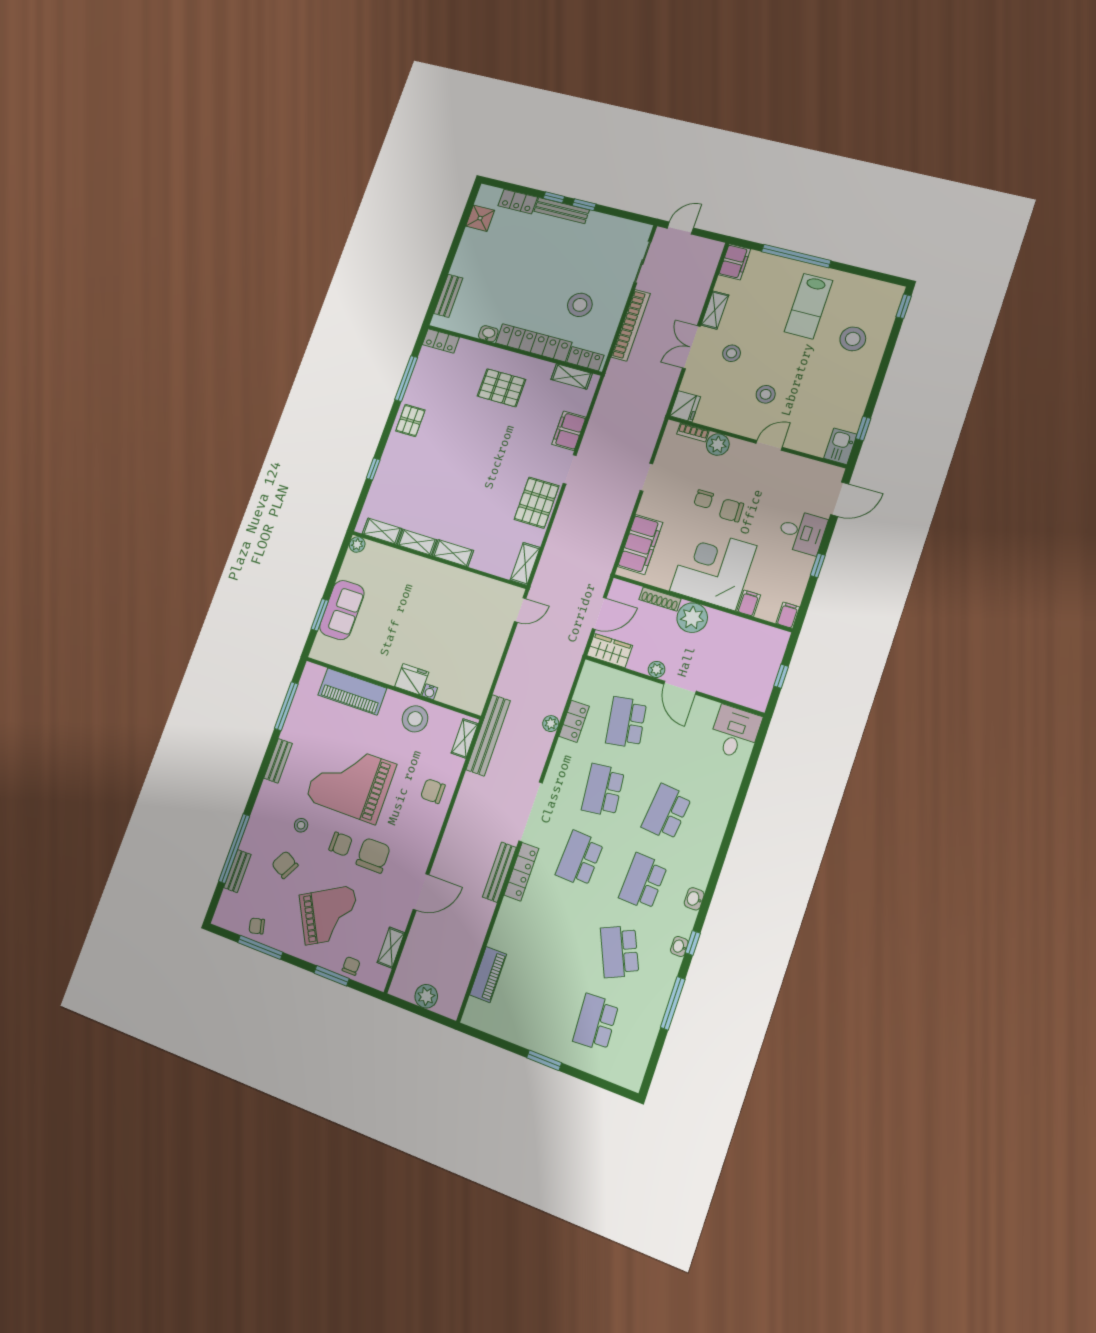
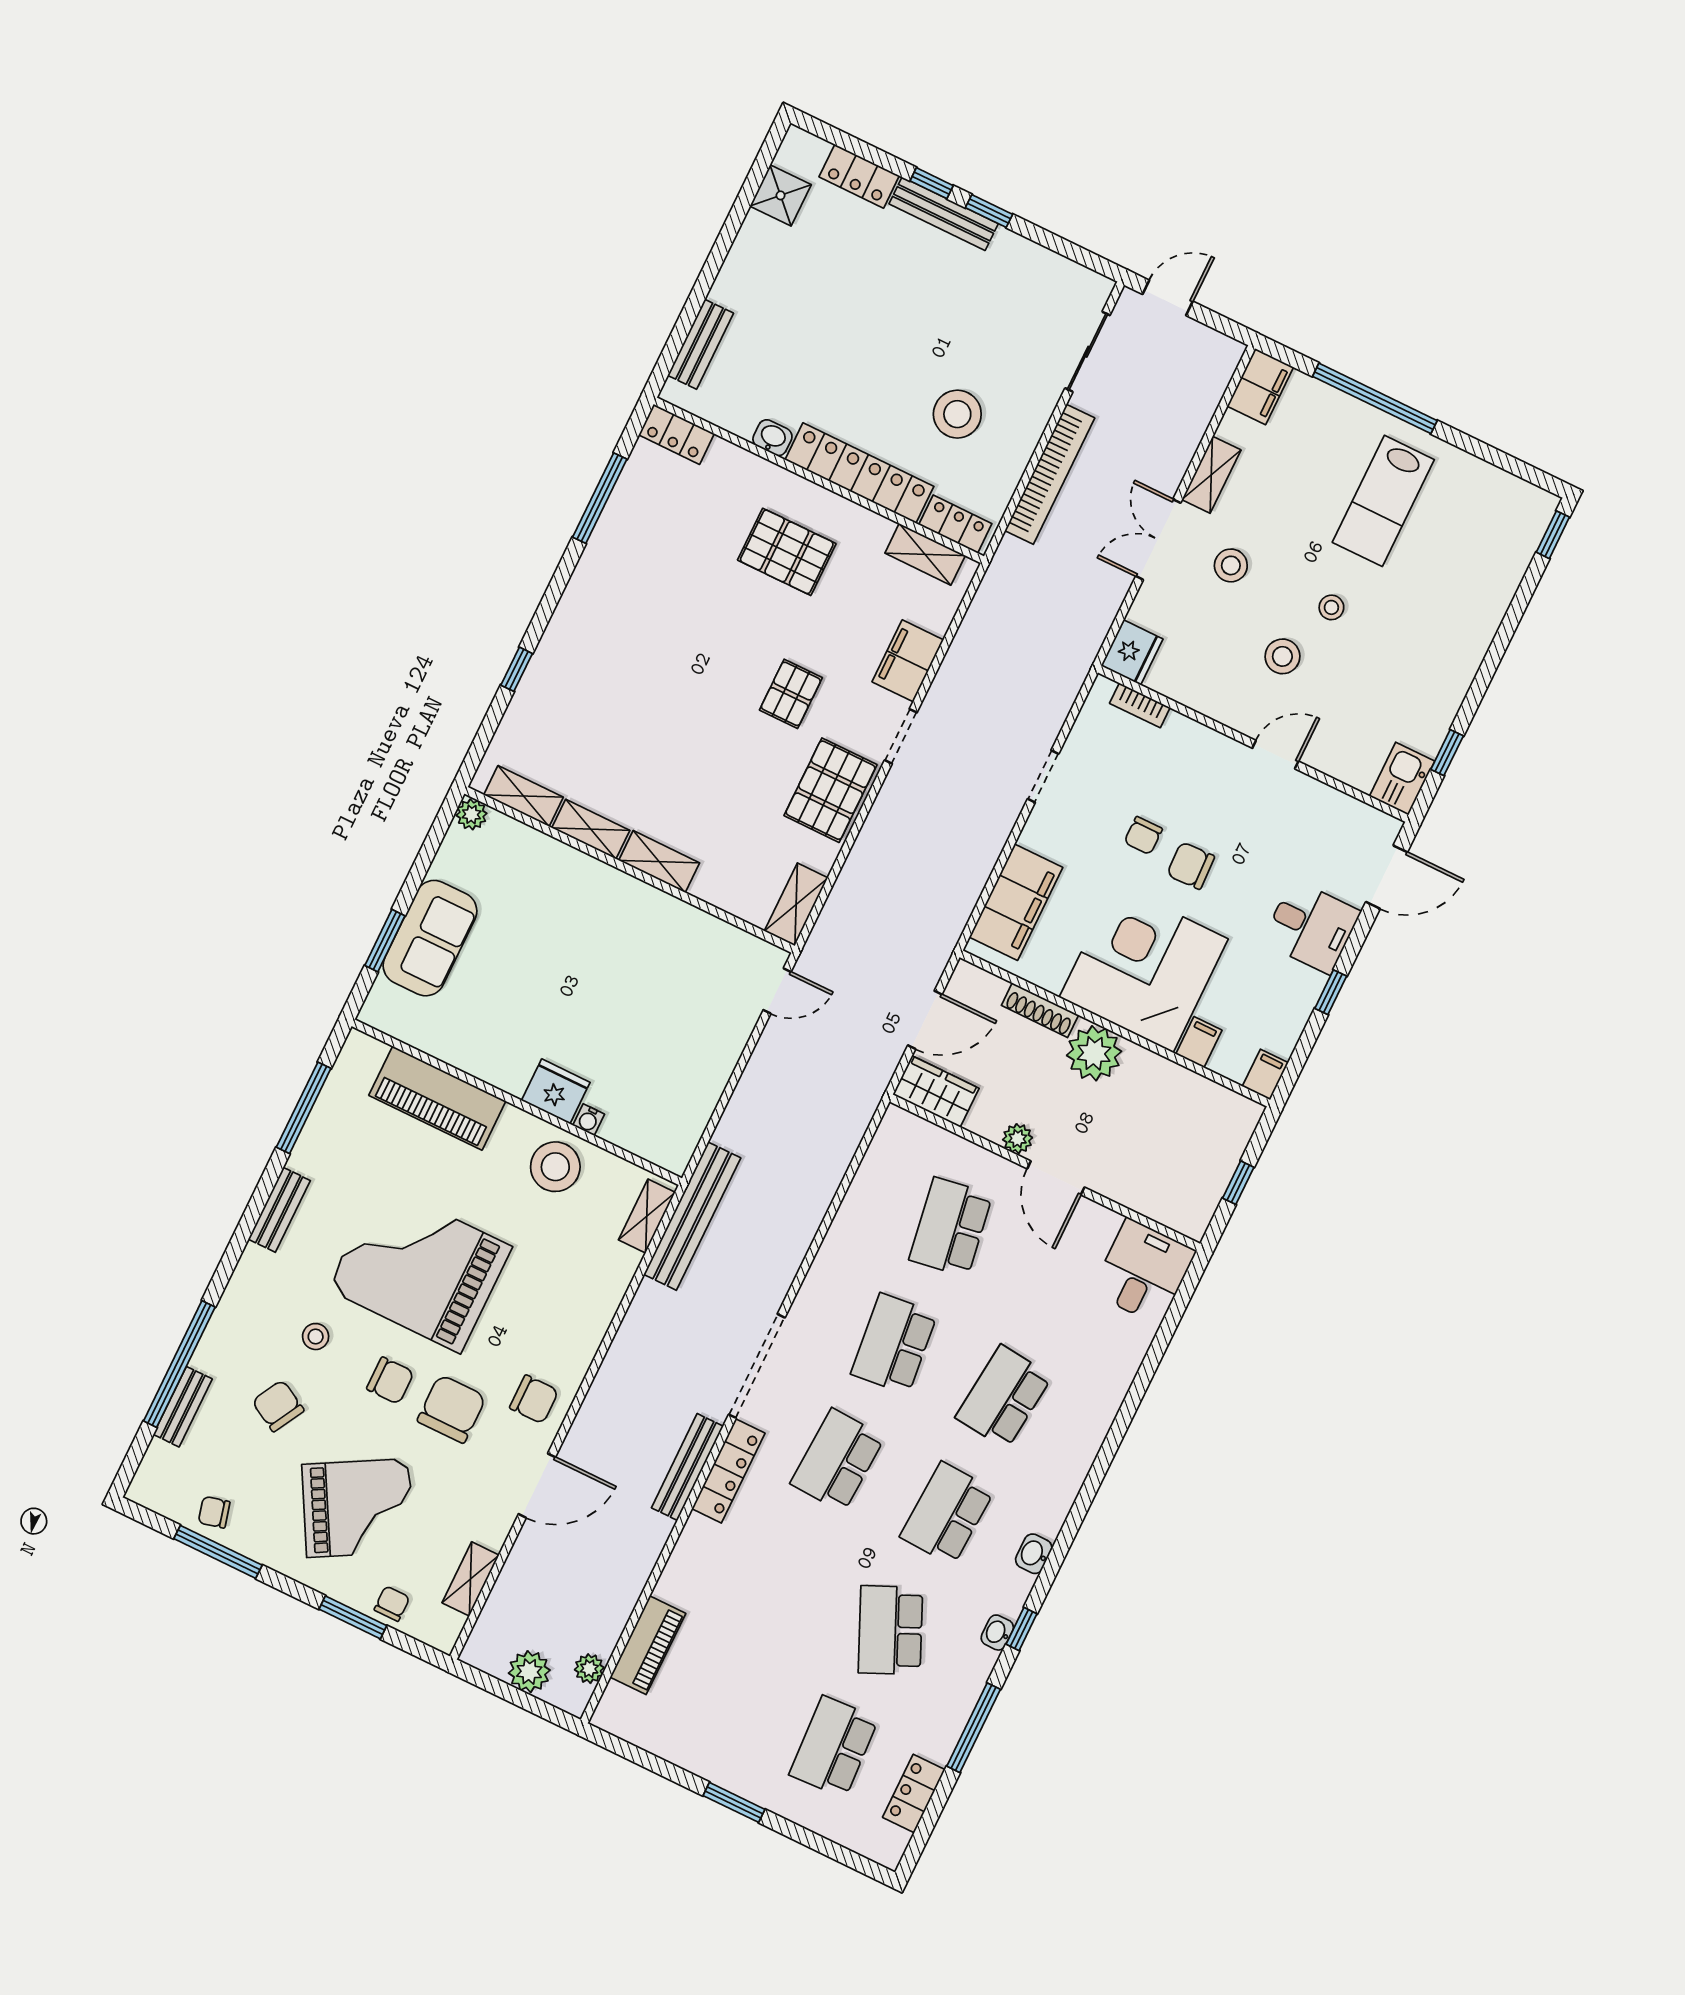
stool: (853, 339) -> (1331, 607), moved, width x0.53, depth x0.53
pallet: (410, 421) -> (791, 694), moved
plant: (718, 445) -> (1182, 737), removed
locker: (574, 721) -> (914, 1793), moved, turned 180
plant: (551, 724) -> (589, 1669), moved
chair: (433, 791) -> (534, 1399), moved, turned 180

